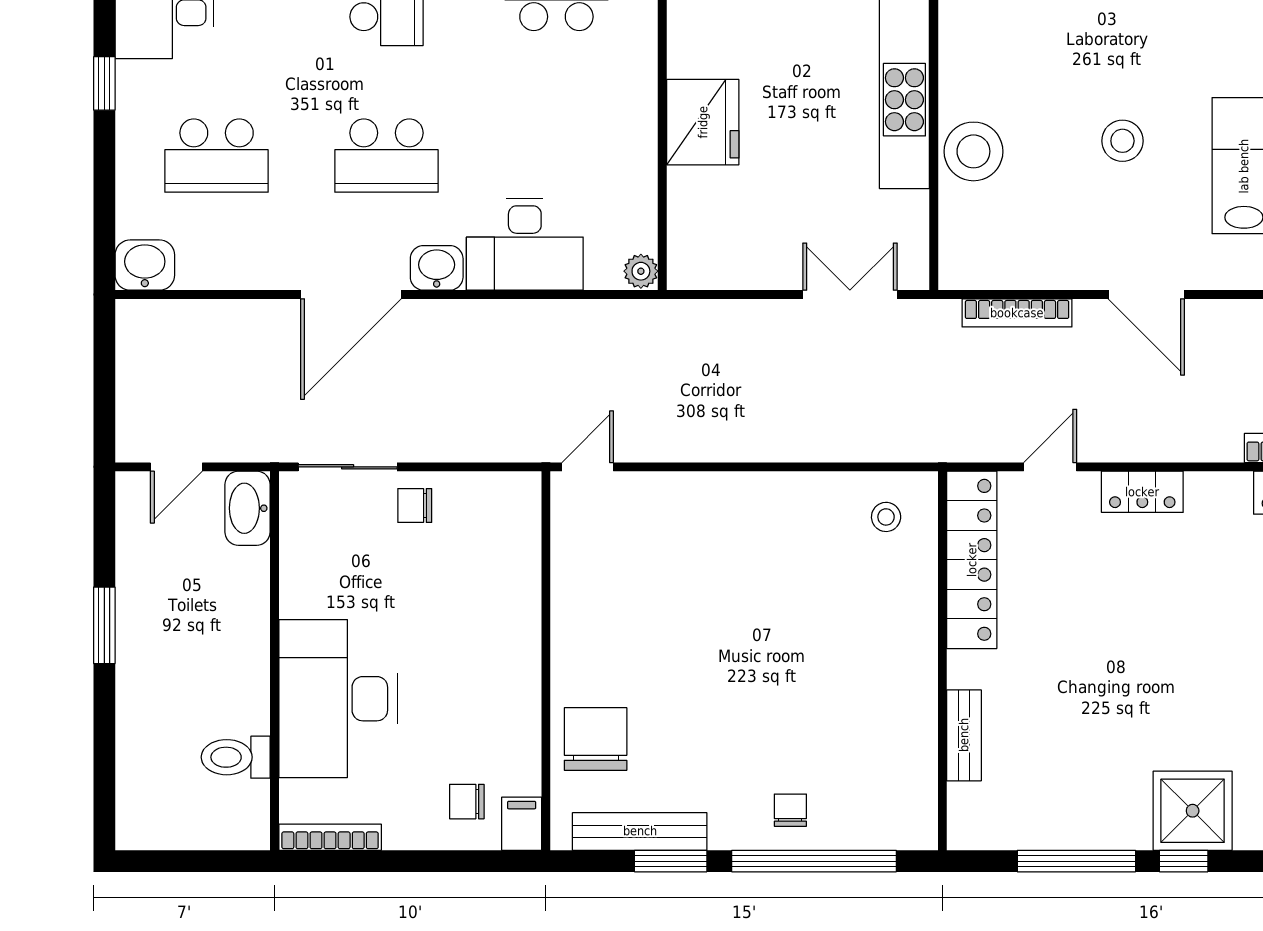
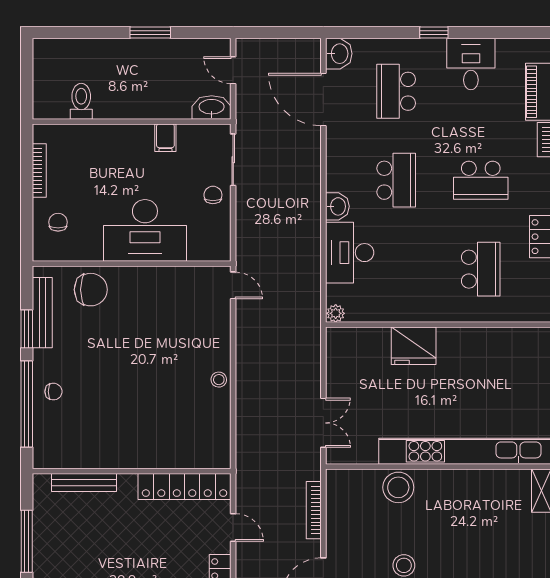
school desk: (386, 156) -> (396, 180), turned 180
door: (351, 294) -> (323, 100), moved
stool: (886, 517) -> (219, 380), moved
desk: (338, 699) -> (145, 230), moved, turned 180
bench: (964, 735) -> (84, 482), width x1.36
filing cabinet: (522, 824) -> (165, 138), moved, turned 90
bookcase: (330, 837) -> (39, 171), moved

